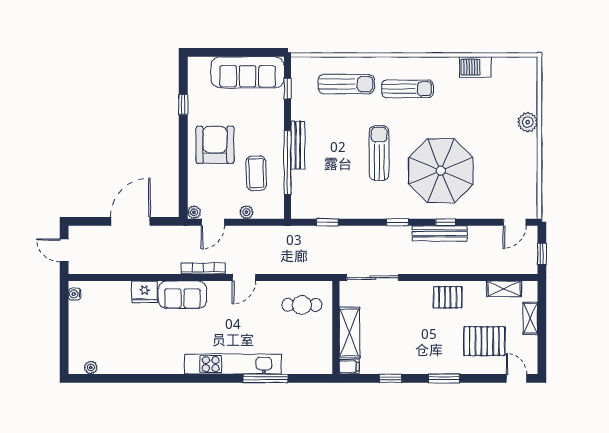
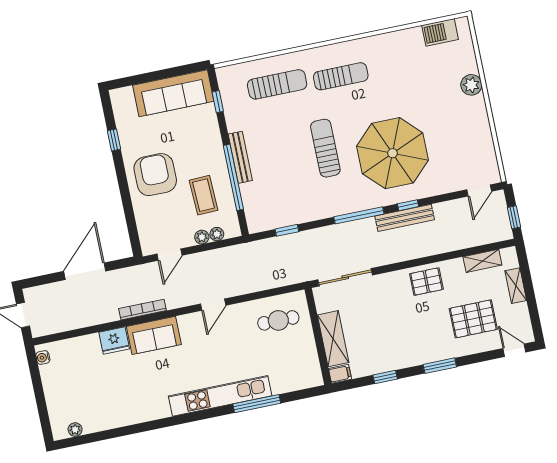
barbecue: (475, 67) -> (440, 32), moved
plant: (194, 212) -> (217, 234), moved
window: (397, 222) -> (359, 215), width x2.17
bookcase: (203, 268) -> (143, 310), moved

